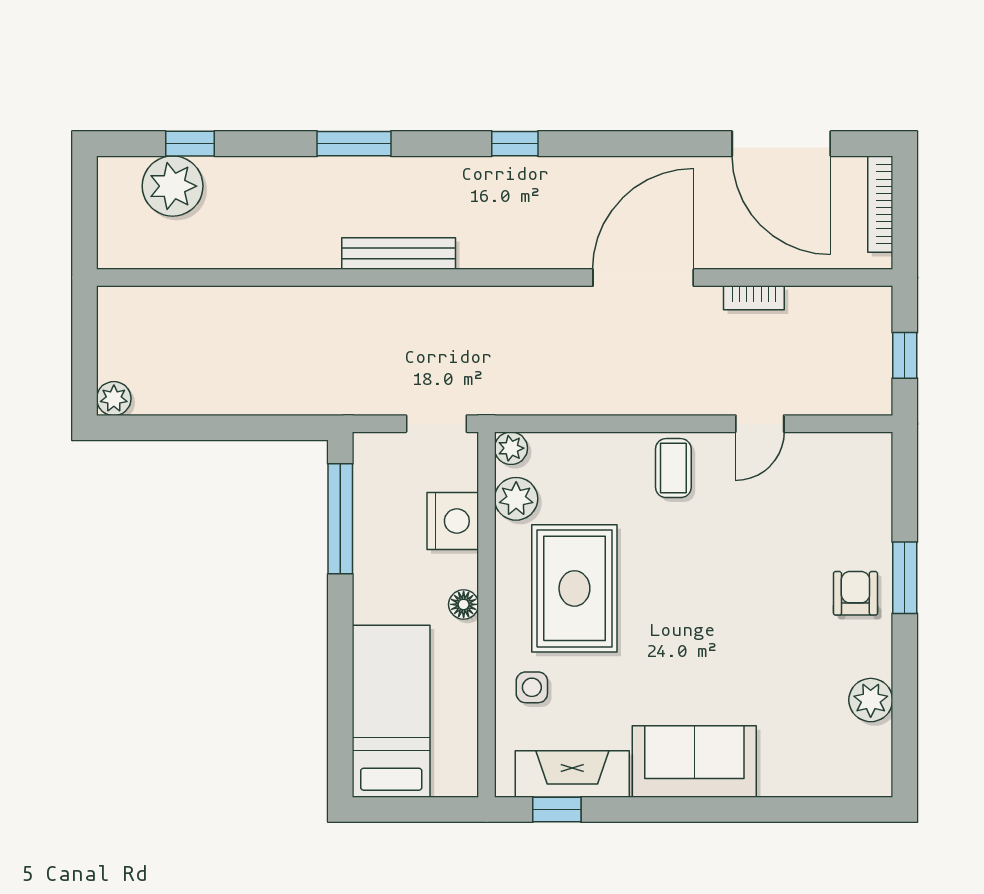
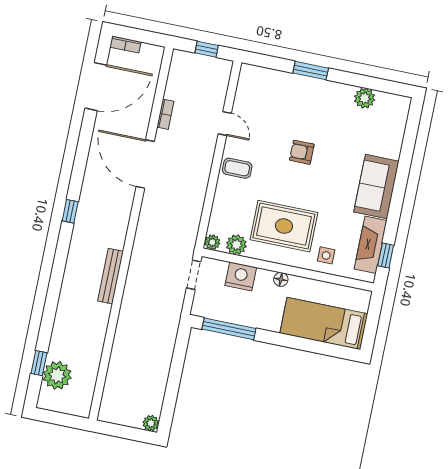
window: (354, 144) -> (55, 286), removed
bookcase: (880, 204) -> (125, 44), width x0.64
armchair: (855, 593) -> (302, 152), moved

